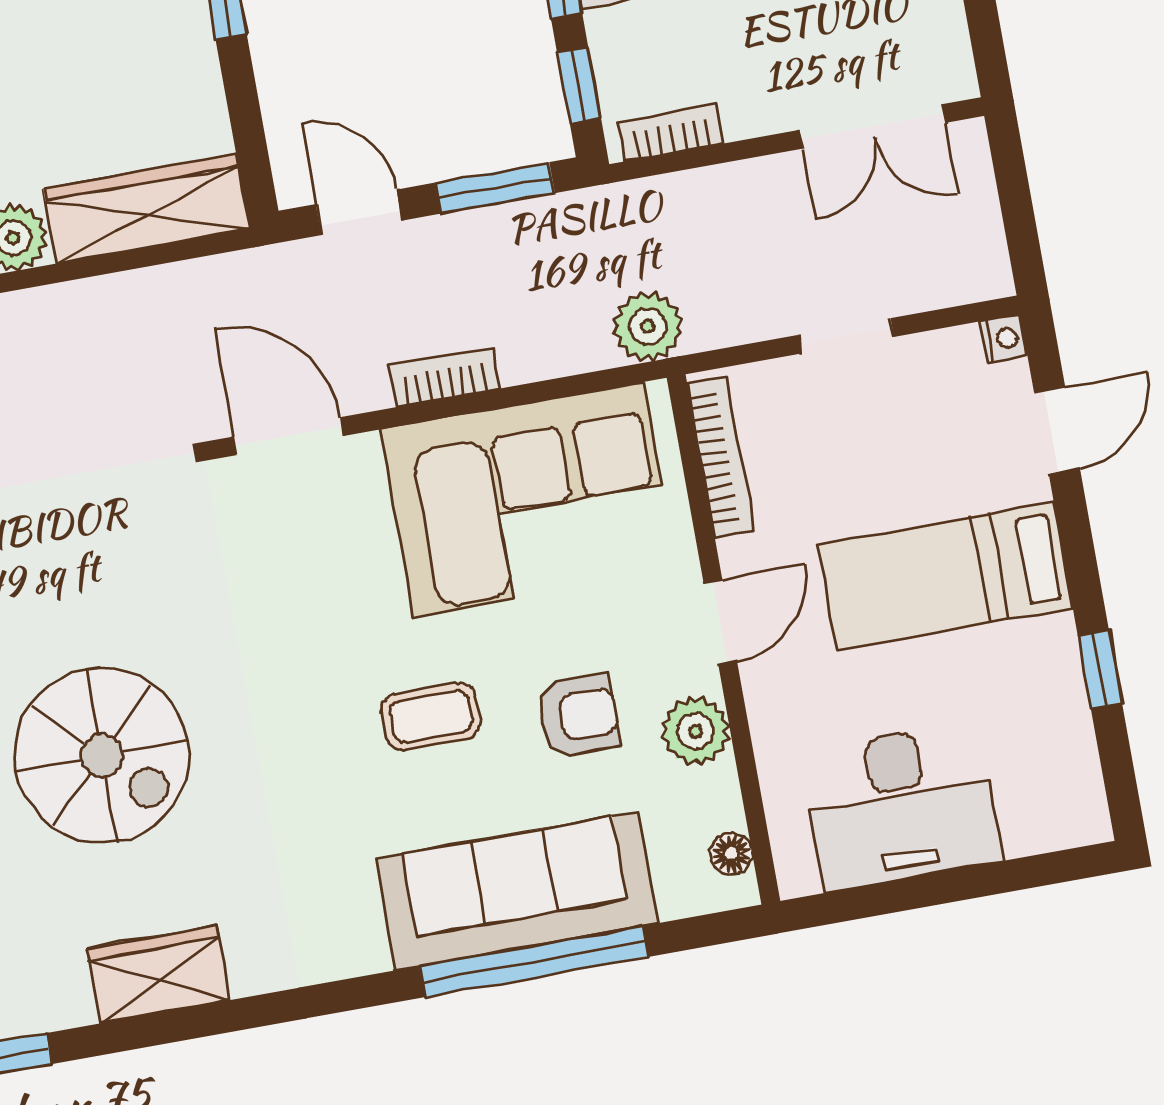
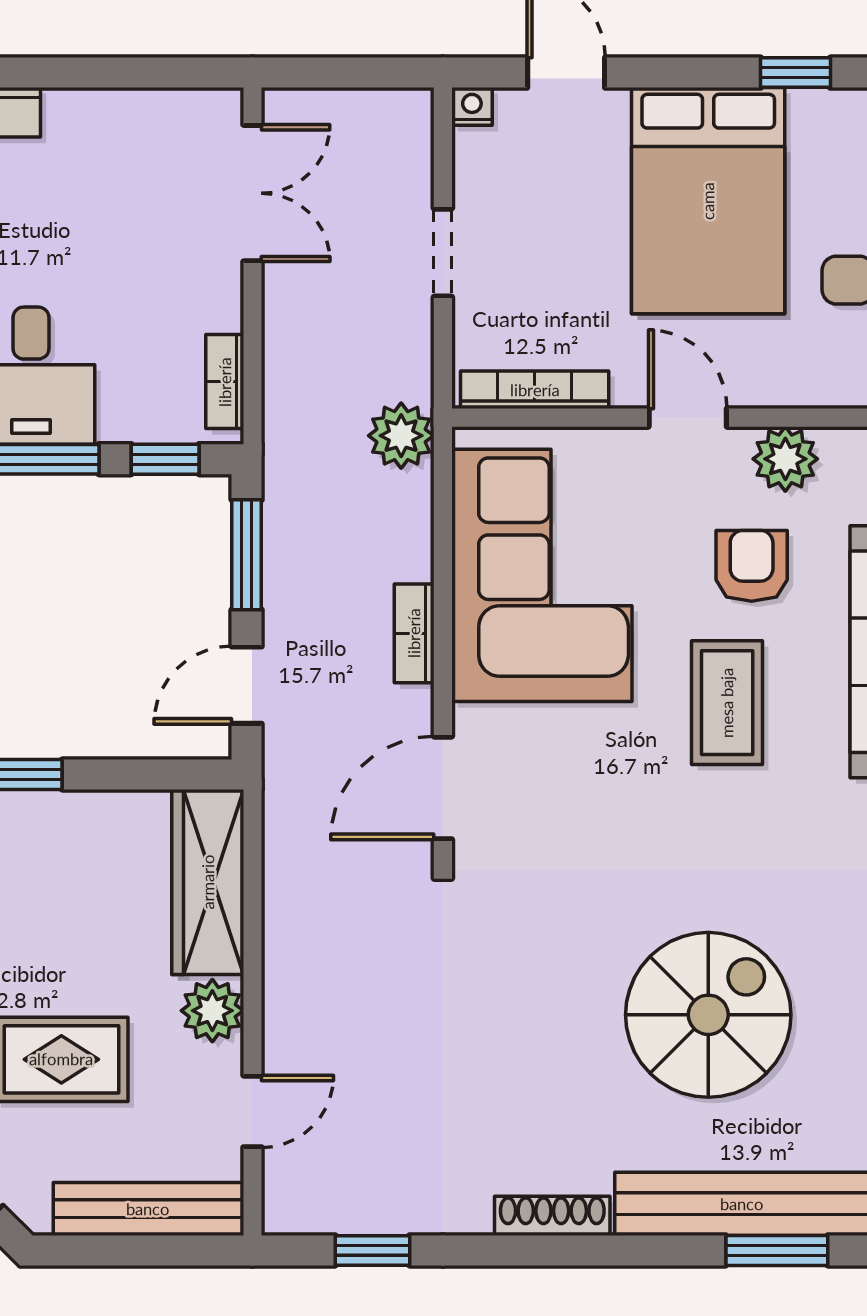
bed: (945, 576) -> (708, 201), width x1.50
coffee table: (431, 716) -> (727, 703), width x1.36, depth x1.30

